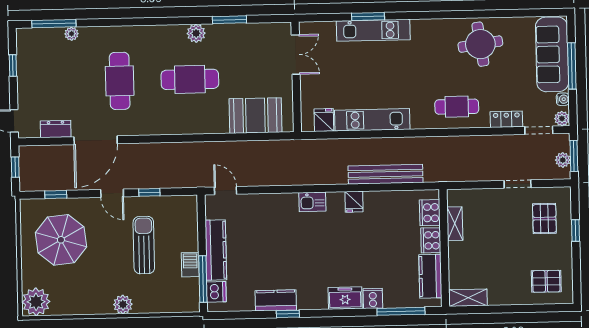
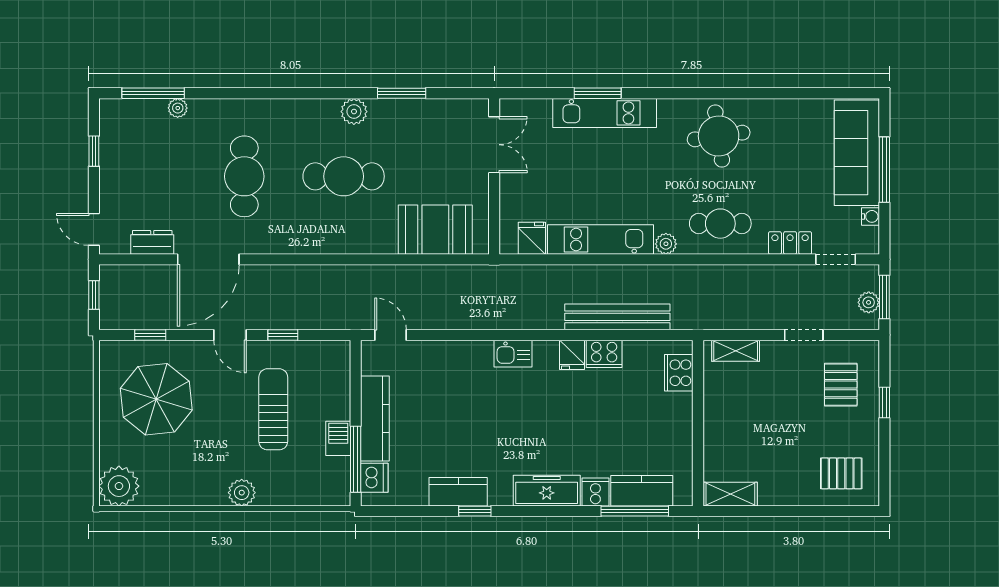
round table: (480, 44) -> (719, 136), moved
plant: (562, 119) -> (666, 244), moved
shelving: (455, 224) -> (736, 351), moved, turned 90
cooker: (431, 240) -> (604, 354), moved, turned -90
kitchen counter: (430, 276) -> (642, 491), moved, turned 90
freezer: (345, 298) -> (547, 491), width x1.40

